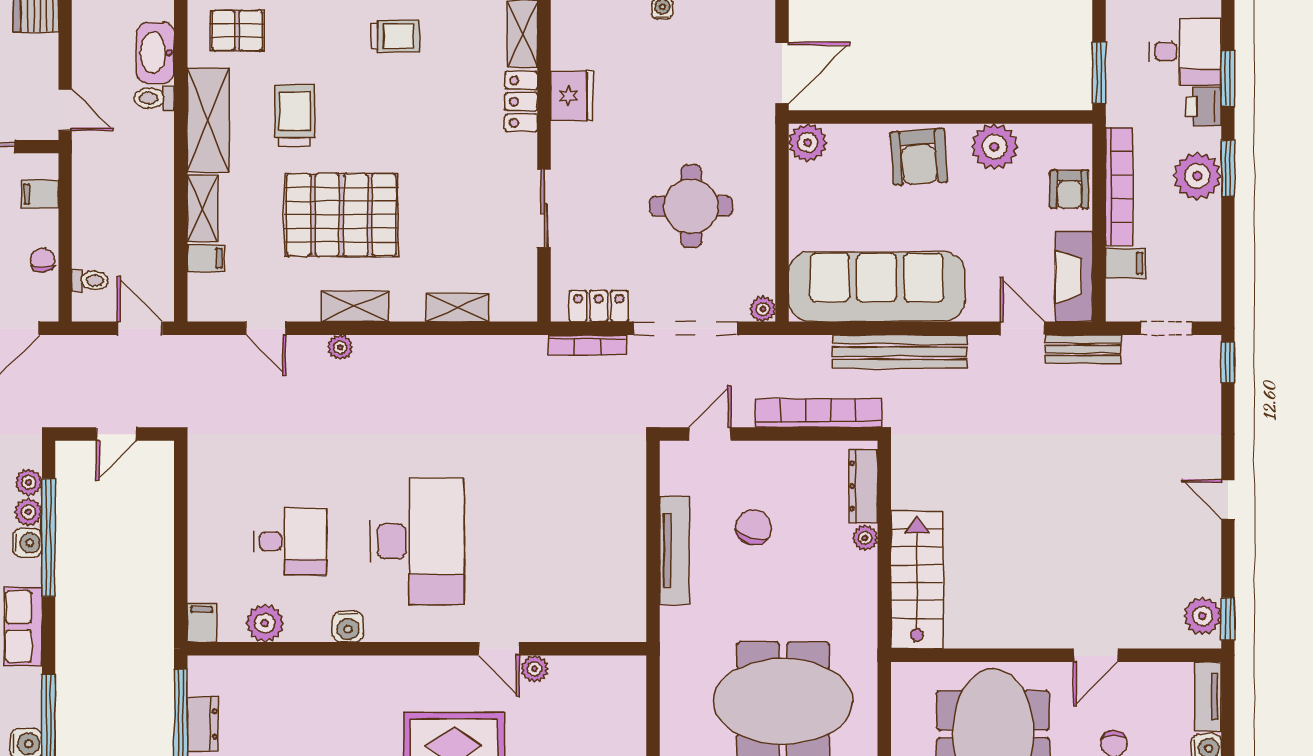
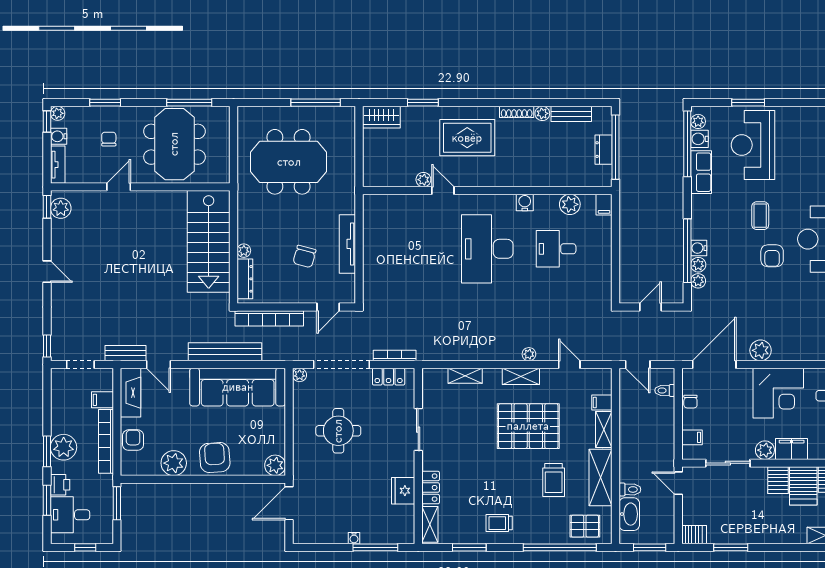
stairs: (917, 580) -> (209, 241), width x1.36, depth x1.51
row of seats: (23, 626) -> (701, 172), moved

